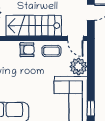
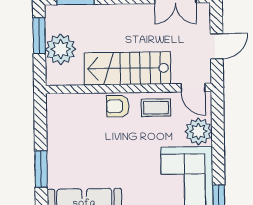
armchair: (27, 50) -> (118, 106), turned 180

